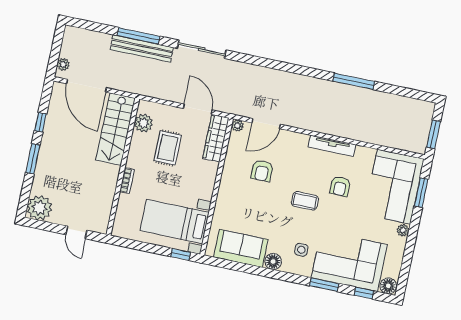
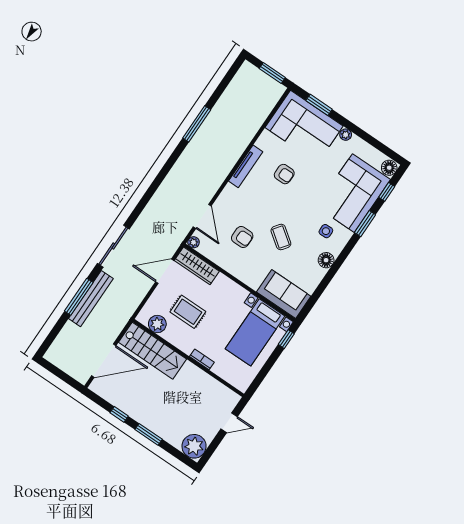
plant: (63, 65) -> (77, 373), removed
coffee table: (305, 201) -> (281, 237), moved, turned -54
sofa: (241, 248) -> (284, 294), moved, turned 90

